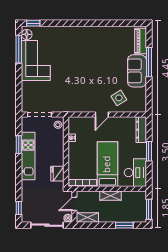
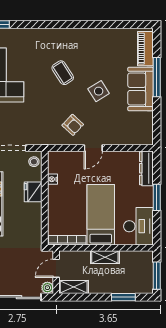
coffee table: (79, 59) -> (63, 73), added
armchair: (87, 97) -> (73, 125), added
side table: (119, 98) -> (99, 91), moved
fridge: (57, 174) -> (33, 192), moved

